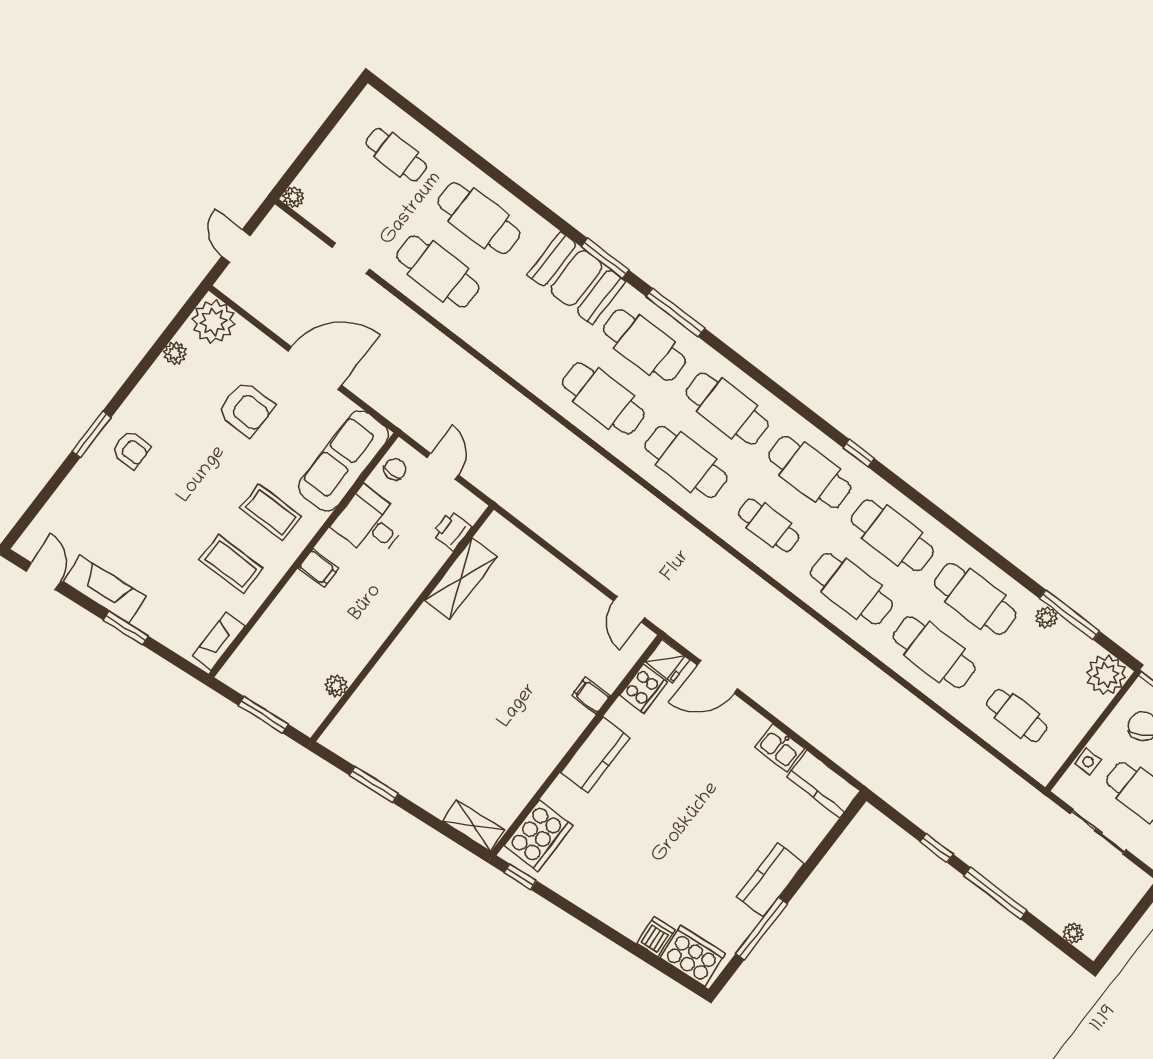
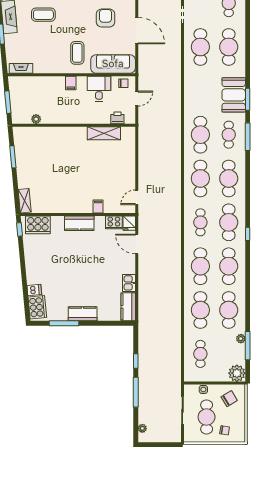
cafe table: (644, 345) -> (229, 135), width x0.73, depth x0.74
armchair: (246, 409) -> (106, 18), turned 180
coffee table: (231, 564) -> (43, 15), moved, turned 90

